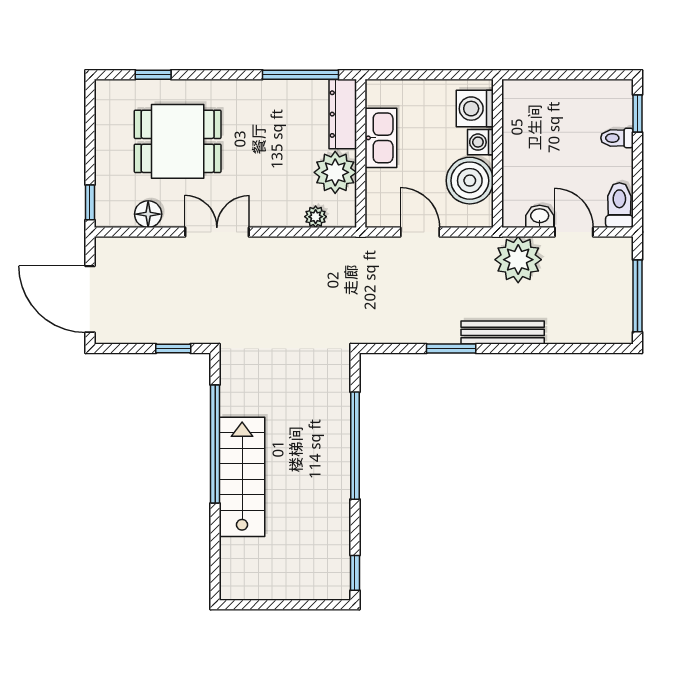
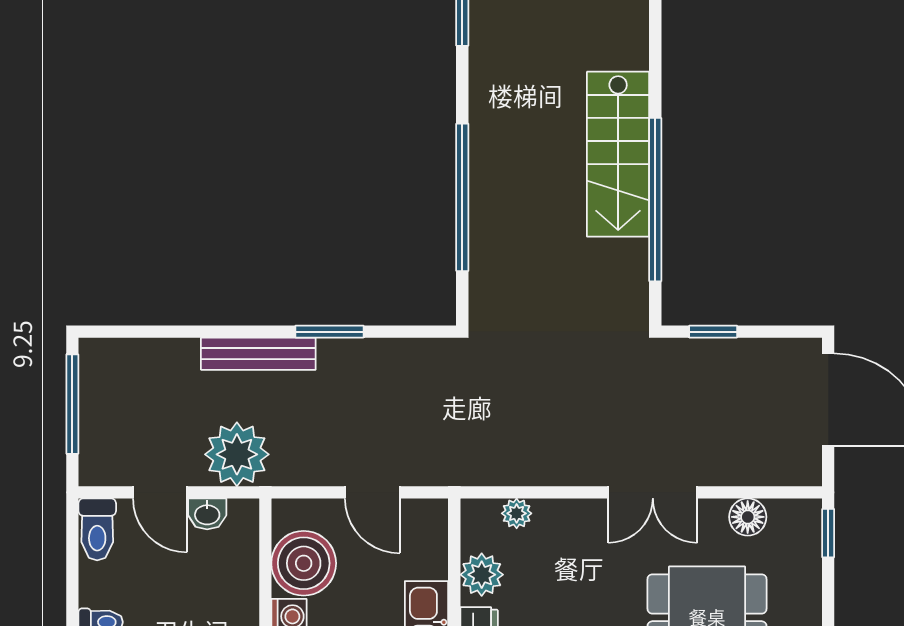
plant: (335, 172) -> (482, 575), width x0.73, depth x0.73

